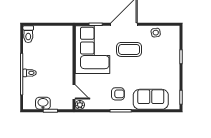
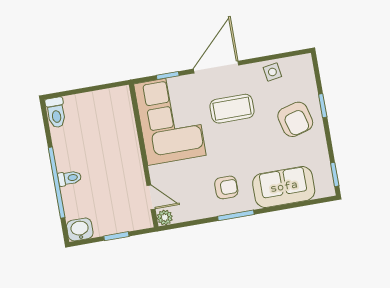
armchair: (164, 62) -> (295, 119), added
washbasin: (43, 103) -> (80, 229), moved

